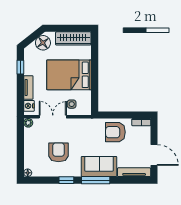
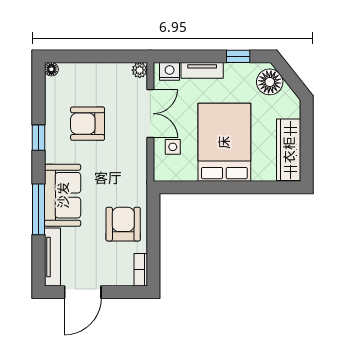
floor lamp: (43, 43) -> (270, 82), moved
armchair: (59, 152) -> (88, 124), turned 180
window: (96, 180) -> (39, 209), moved

